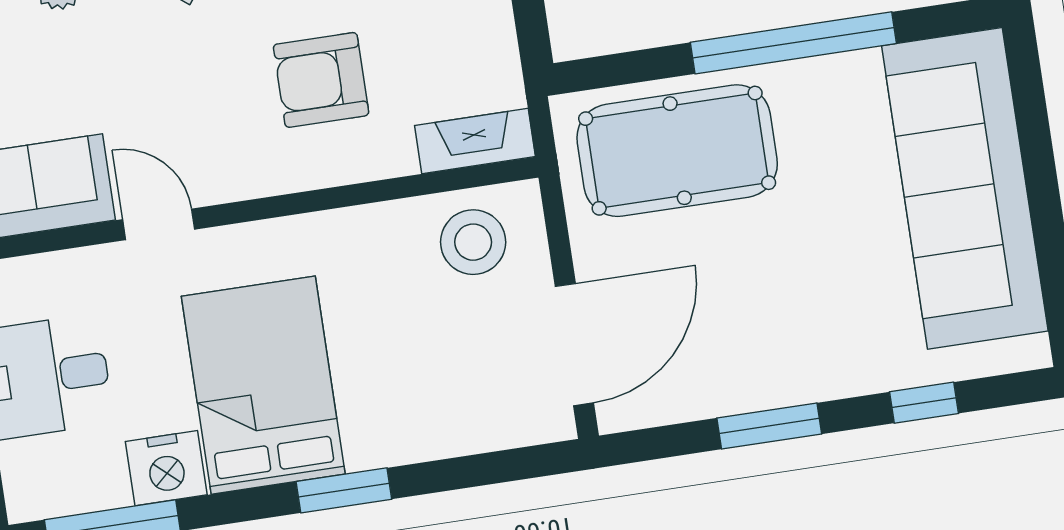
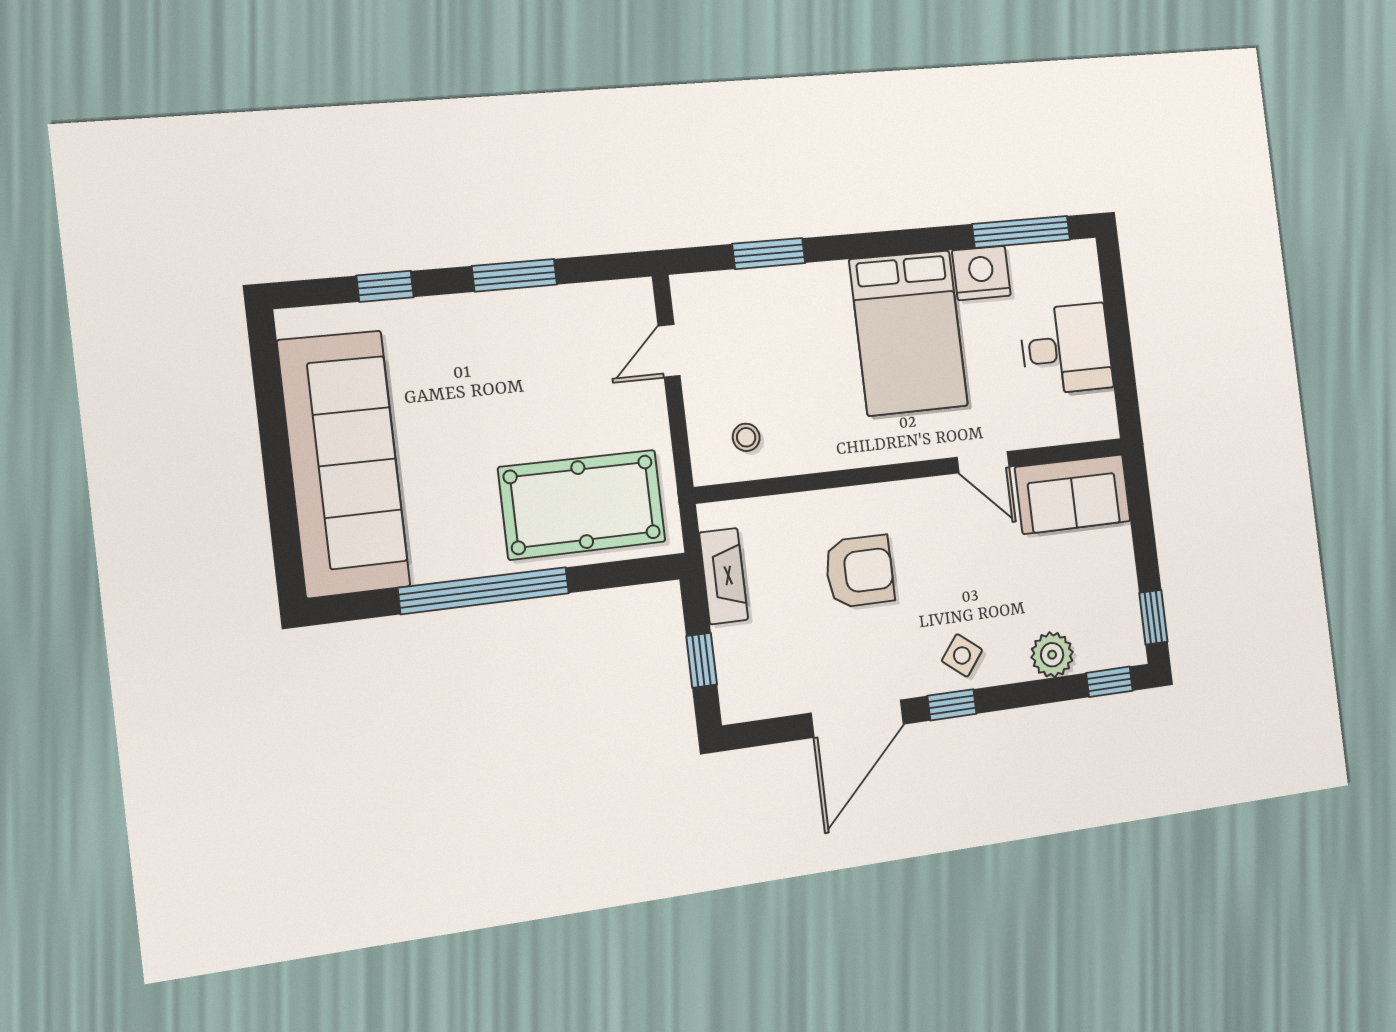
fireplace: (475, 141) -> (724, 576), moved, turned -90
stool: (473, 242) -> (746, 437), width x0.53, depth x0.53
door: (574, 345) -> (669, 351), width x0.53
window: (344, 490) -> (769, 254), moved

